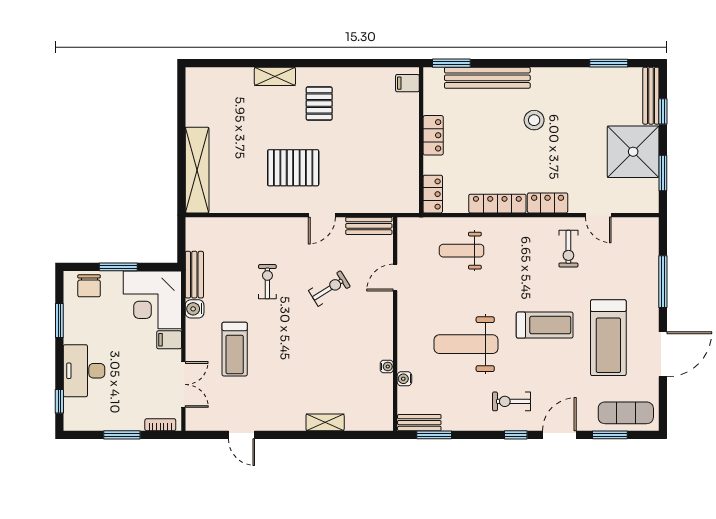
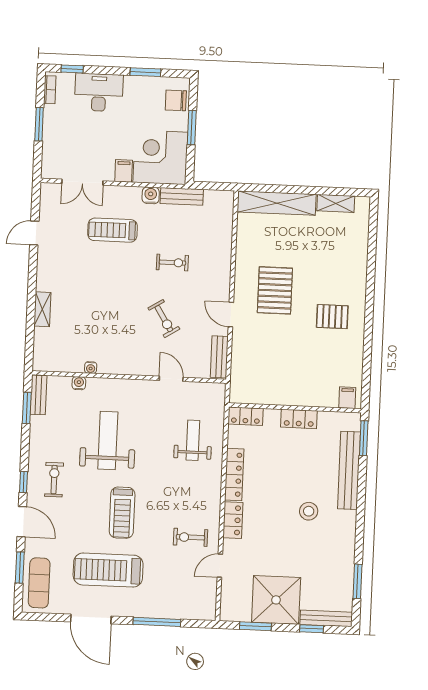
shelving: (275, 76) -> (336, 203), moved, turned 90
bookcase: (160, 425) -> (50, 90), moved

